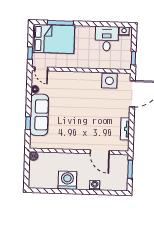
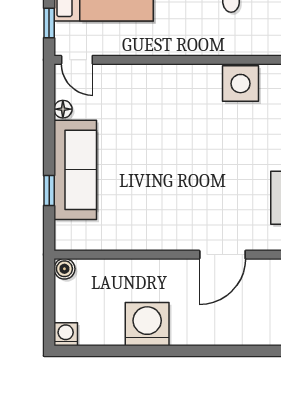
door: (100, 152) -> (222, 255), hinge flipped
washing machine: (95, 185) -> (66, 334), moved

